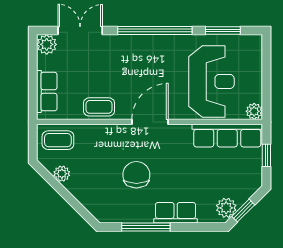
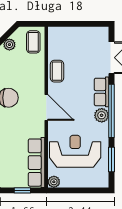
plant: (47, 44) -> (102, 115), moved
reception desk: (211, 81) -> (75, 151), turned 180
row of seats: (47, 92) -> (102, 92), moved, turned 90

